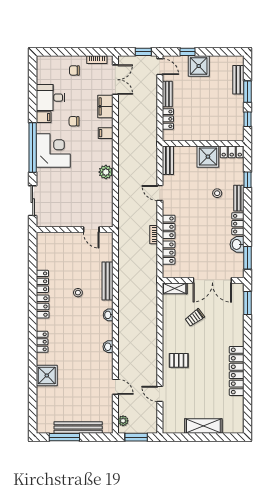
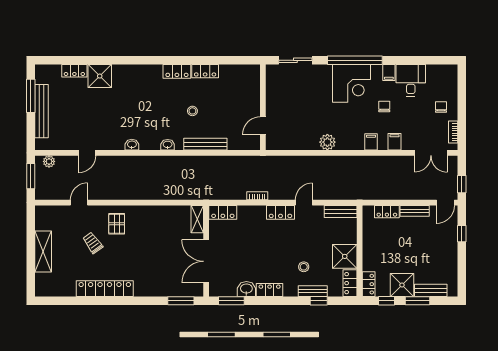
shower: (199, 66) -> (402, 285), moved
filing cabinet: (105, 106) -> (394, 142), width x0.50
locker: (233, 135) -> (369, 284), added
bench: (239, 198) -> (313, 291), moved
locker: (169, 227) -> (280, 212), moved
locker: (169, 253) -> (223, 212), moved
trolley: (195, 318) -> (93, 243), moved
locker: (42, 342) -> (74, 71), moved

